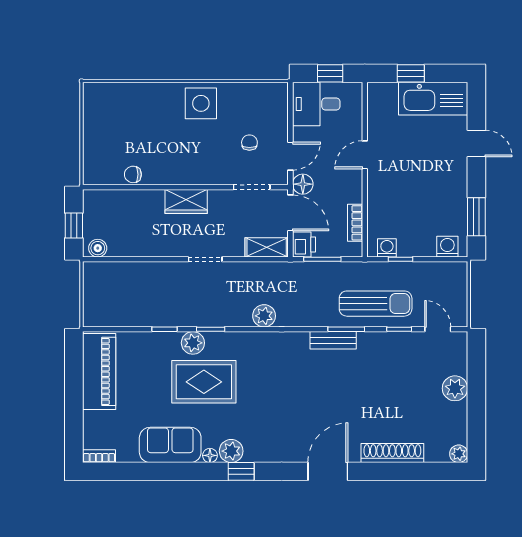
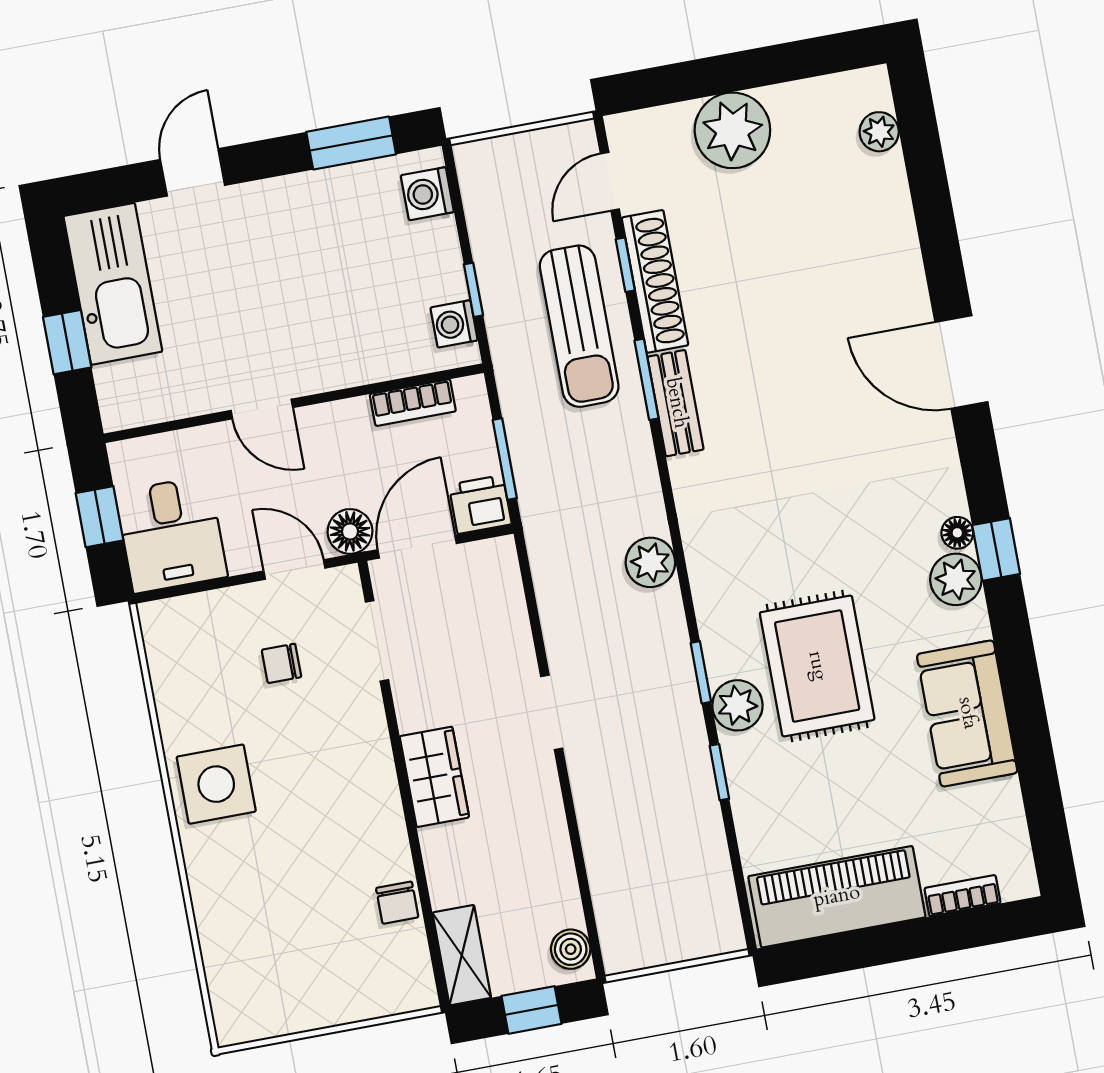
shelving: (267, 247) -> (462, 955), moved
sun lounger: (376, 304) -> (579, 326), turned 180
plant: (455, 388) -> (732, 130), width x1.36, depth x1.36
shoe rack: (392, 453) -> (655, 281), moved, turned 180
plant: (459, 454) -> (879, 132), moved
floor lamp: (210, 455) -> (957, 533), moved
bookcase: (99, 456) -> (962, 896), moved, turned 90

